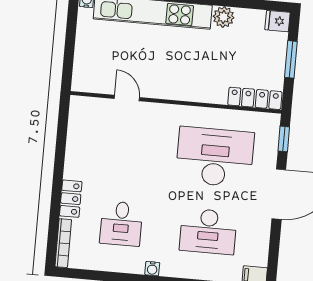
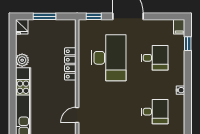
locker: (255, 98) -> (70, 64), moved
desk: (215, 157) -> (109, 58), turned 180
desk: (208, 231) -> (155, 58), width x0.73

